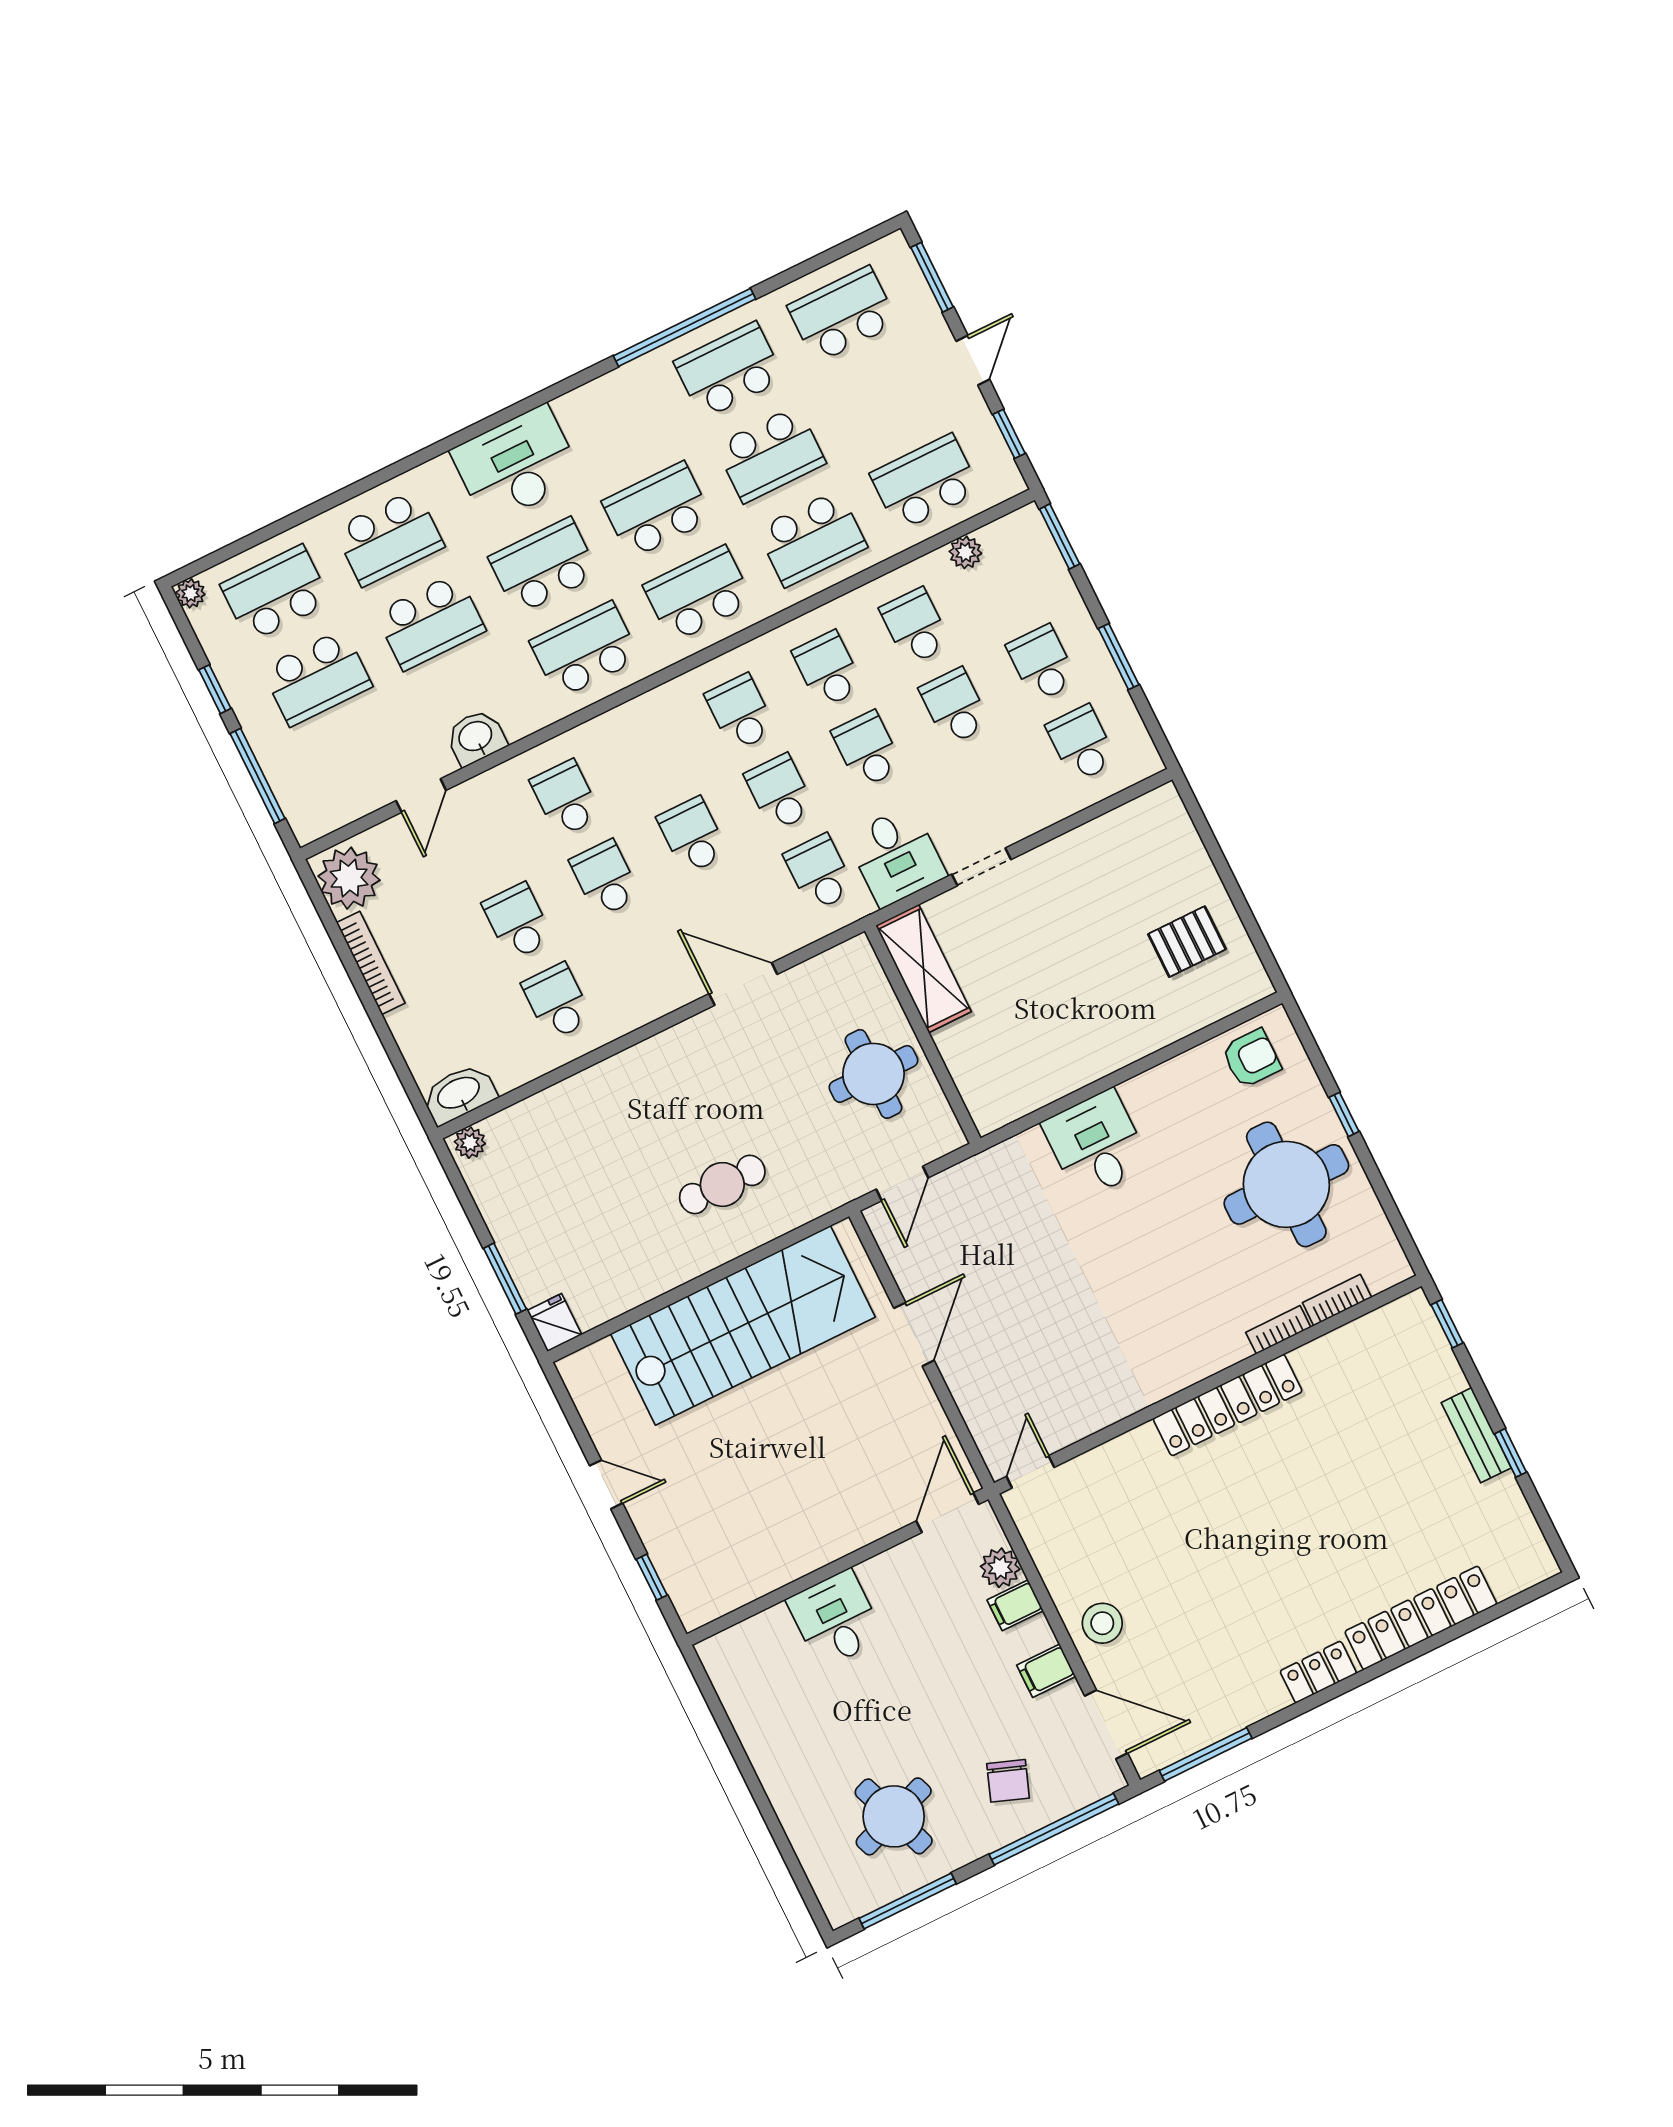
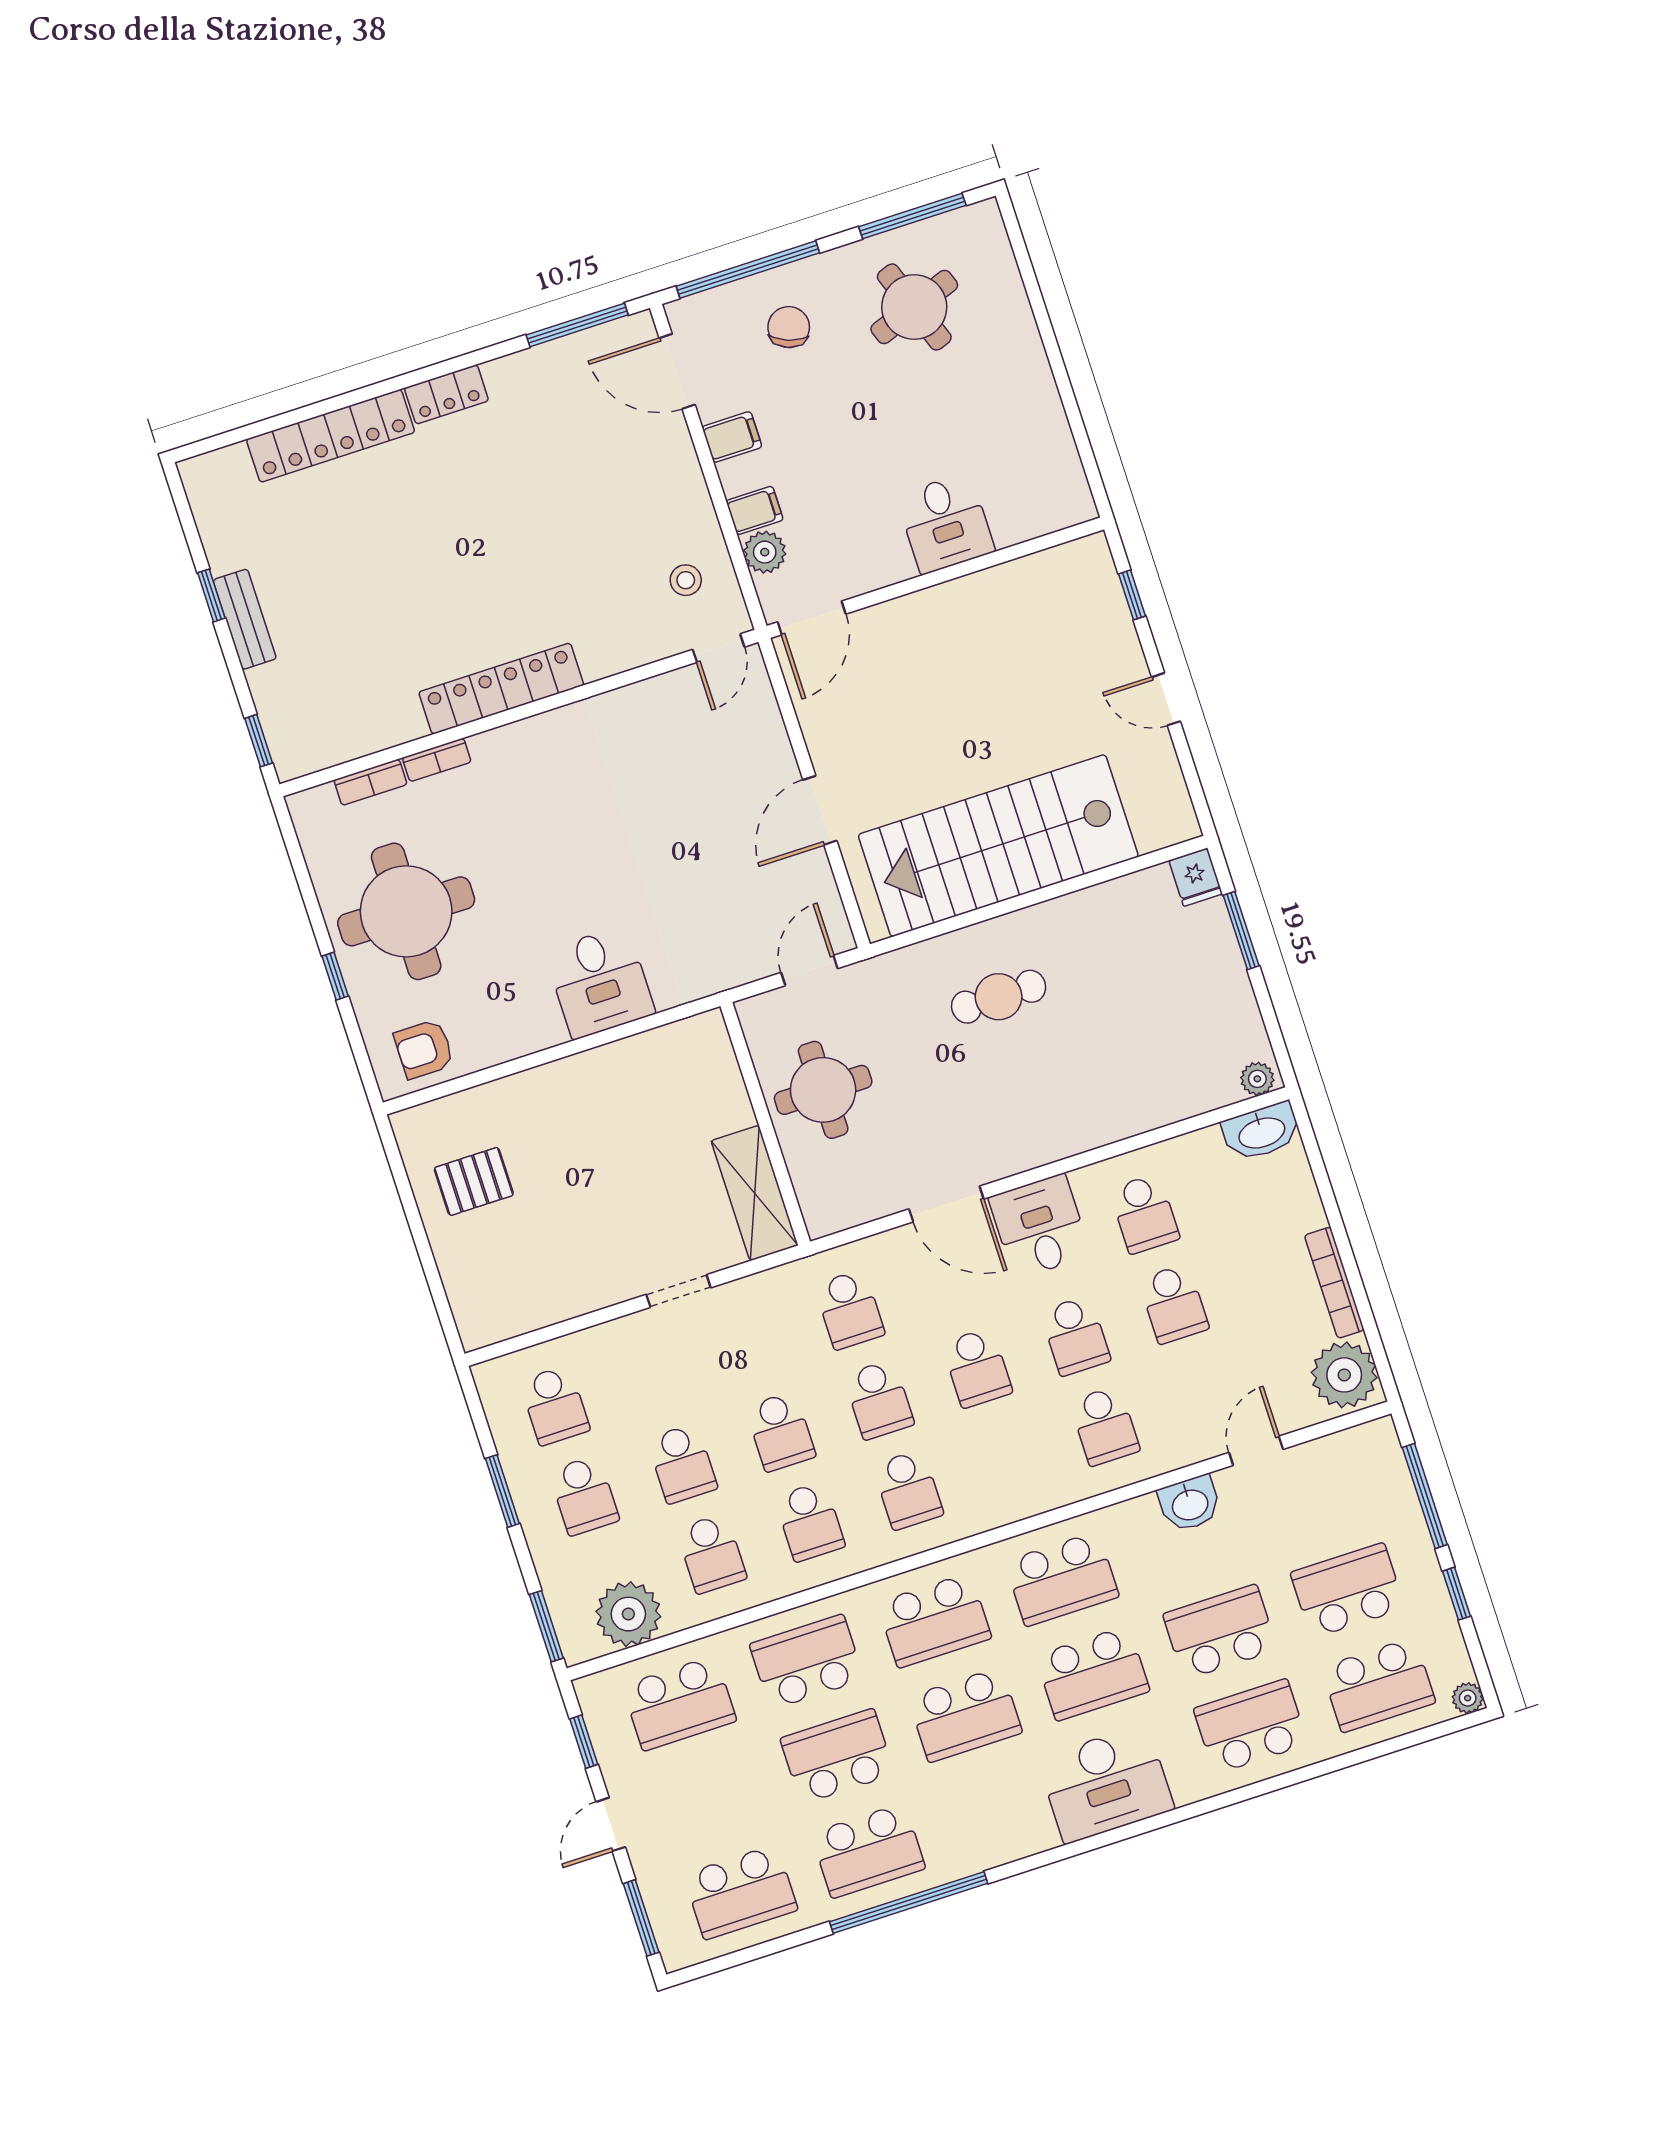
plant: (965, 552) -> (628, 1614), width x1.87, depth x1.87
desk: (896, 856) -> (1040, 1226), moved
stool: (1102, 1623) -> (686, 580), moved, width x0.73, depth x0.73

